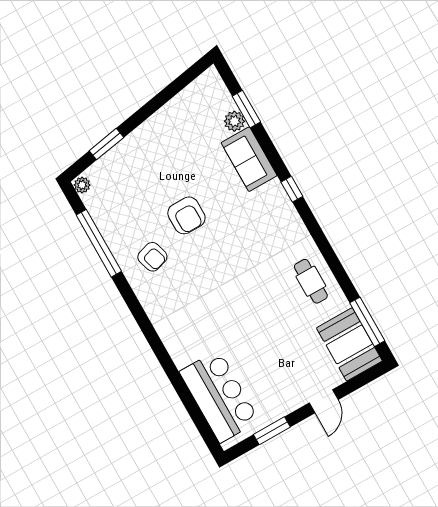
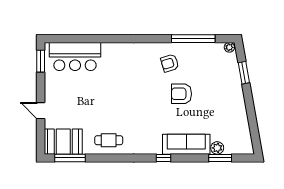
sofa: (249, 159) -> (186, 144), width x1.36
window: (272, 431) -> (41, 61), moved

